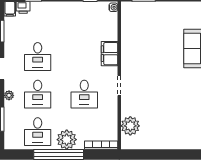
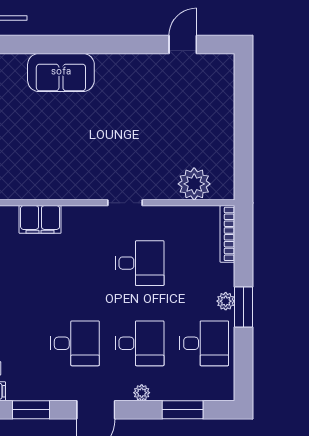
filing cabinet: (110, 54) -> (40, 219), moved
plant: (67, 140) -> (226, 301), width x0.53, depth x0.53
window: (59, 154) -> (244, 307), width x0.47

